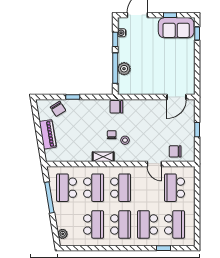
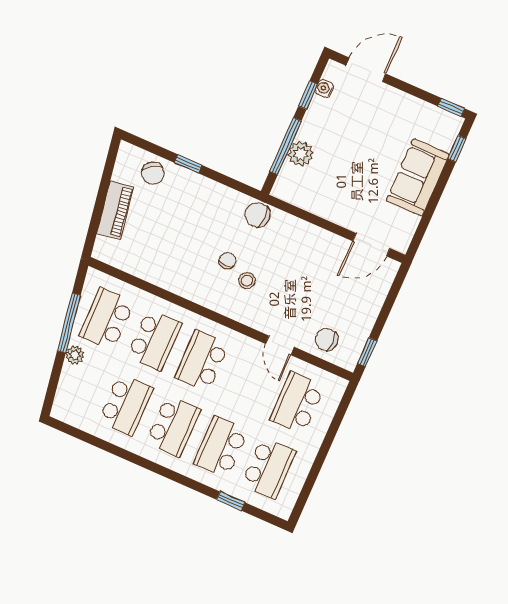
window: (170, 15) -> (451, 107), moved
sofa: (176, 28) -> (418, 177), moved, turned 90
window: (197, 130) -> (367, 352), moved
shelving: (103, 157) -> (195, 293), removed
school desk: (121, 188) -> (202, 361), turned 180
plant: (63, 234) -> (75, 355), moved

